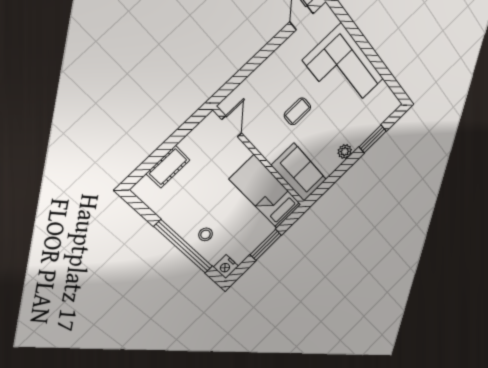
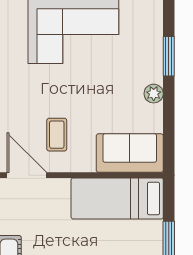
coffee table: (297, 111) -> (57, 135), moved
door: (232, 126) -> (27, 175), width x1.37

